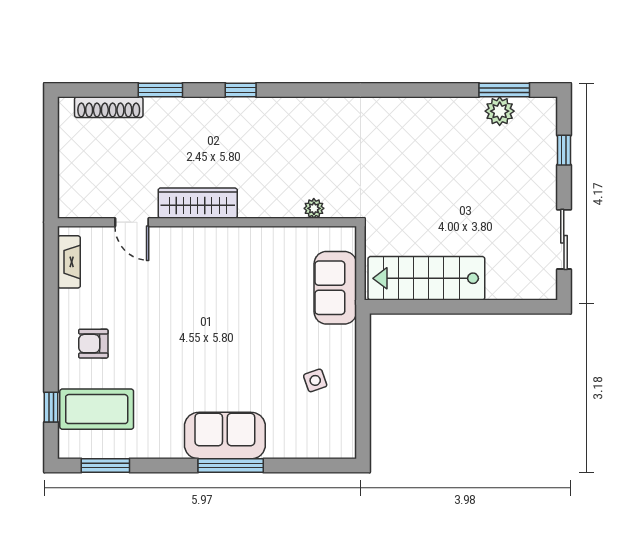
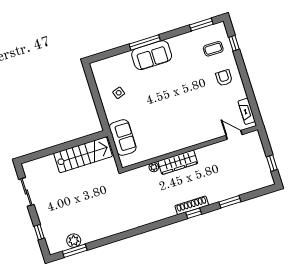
shoe rack: (109, 107) -> (192, 205), moved
window: (51, 141) -> (272, 163), added
wardrobe: (198, 203) -> (178, 162), moved
plant: (314, 208) -> (154, 167), moved
door: (132, 222) -> (234, 135), moved
armchair: (93, 344) -> (224, 78), turned -90
coffee table: (97, 409) -> (213, 49), width x0.54, depth x0.58

